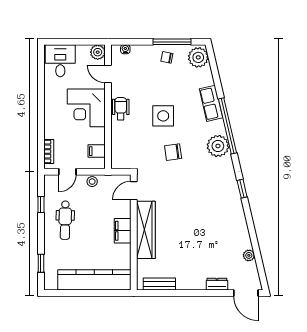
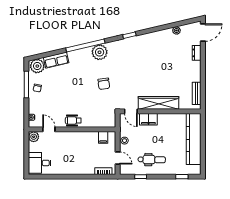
door: (108, 74) -> (49, 129), swing flipped
row of seats: (211, 103) -> (56, 60), moved
corner desk: (86, 108) -> (73, 145), removed
side table: (163, 116) -> (78, 91), removed
filing cabinet: (123, 231) -> (148, 119), moved

